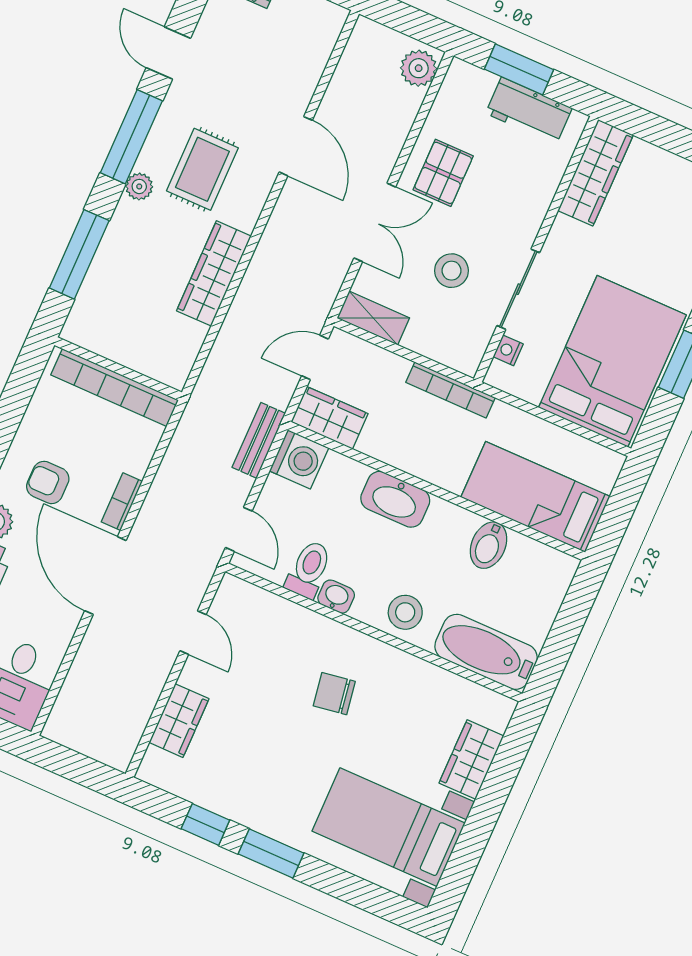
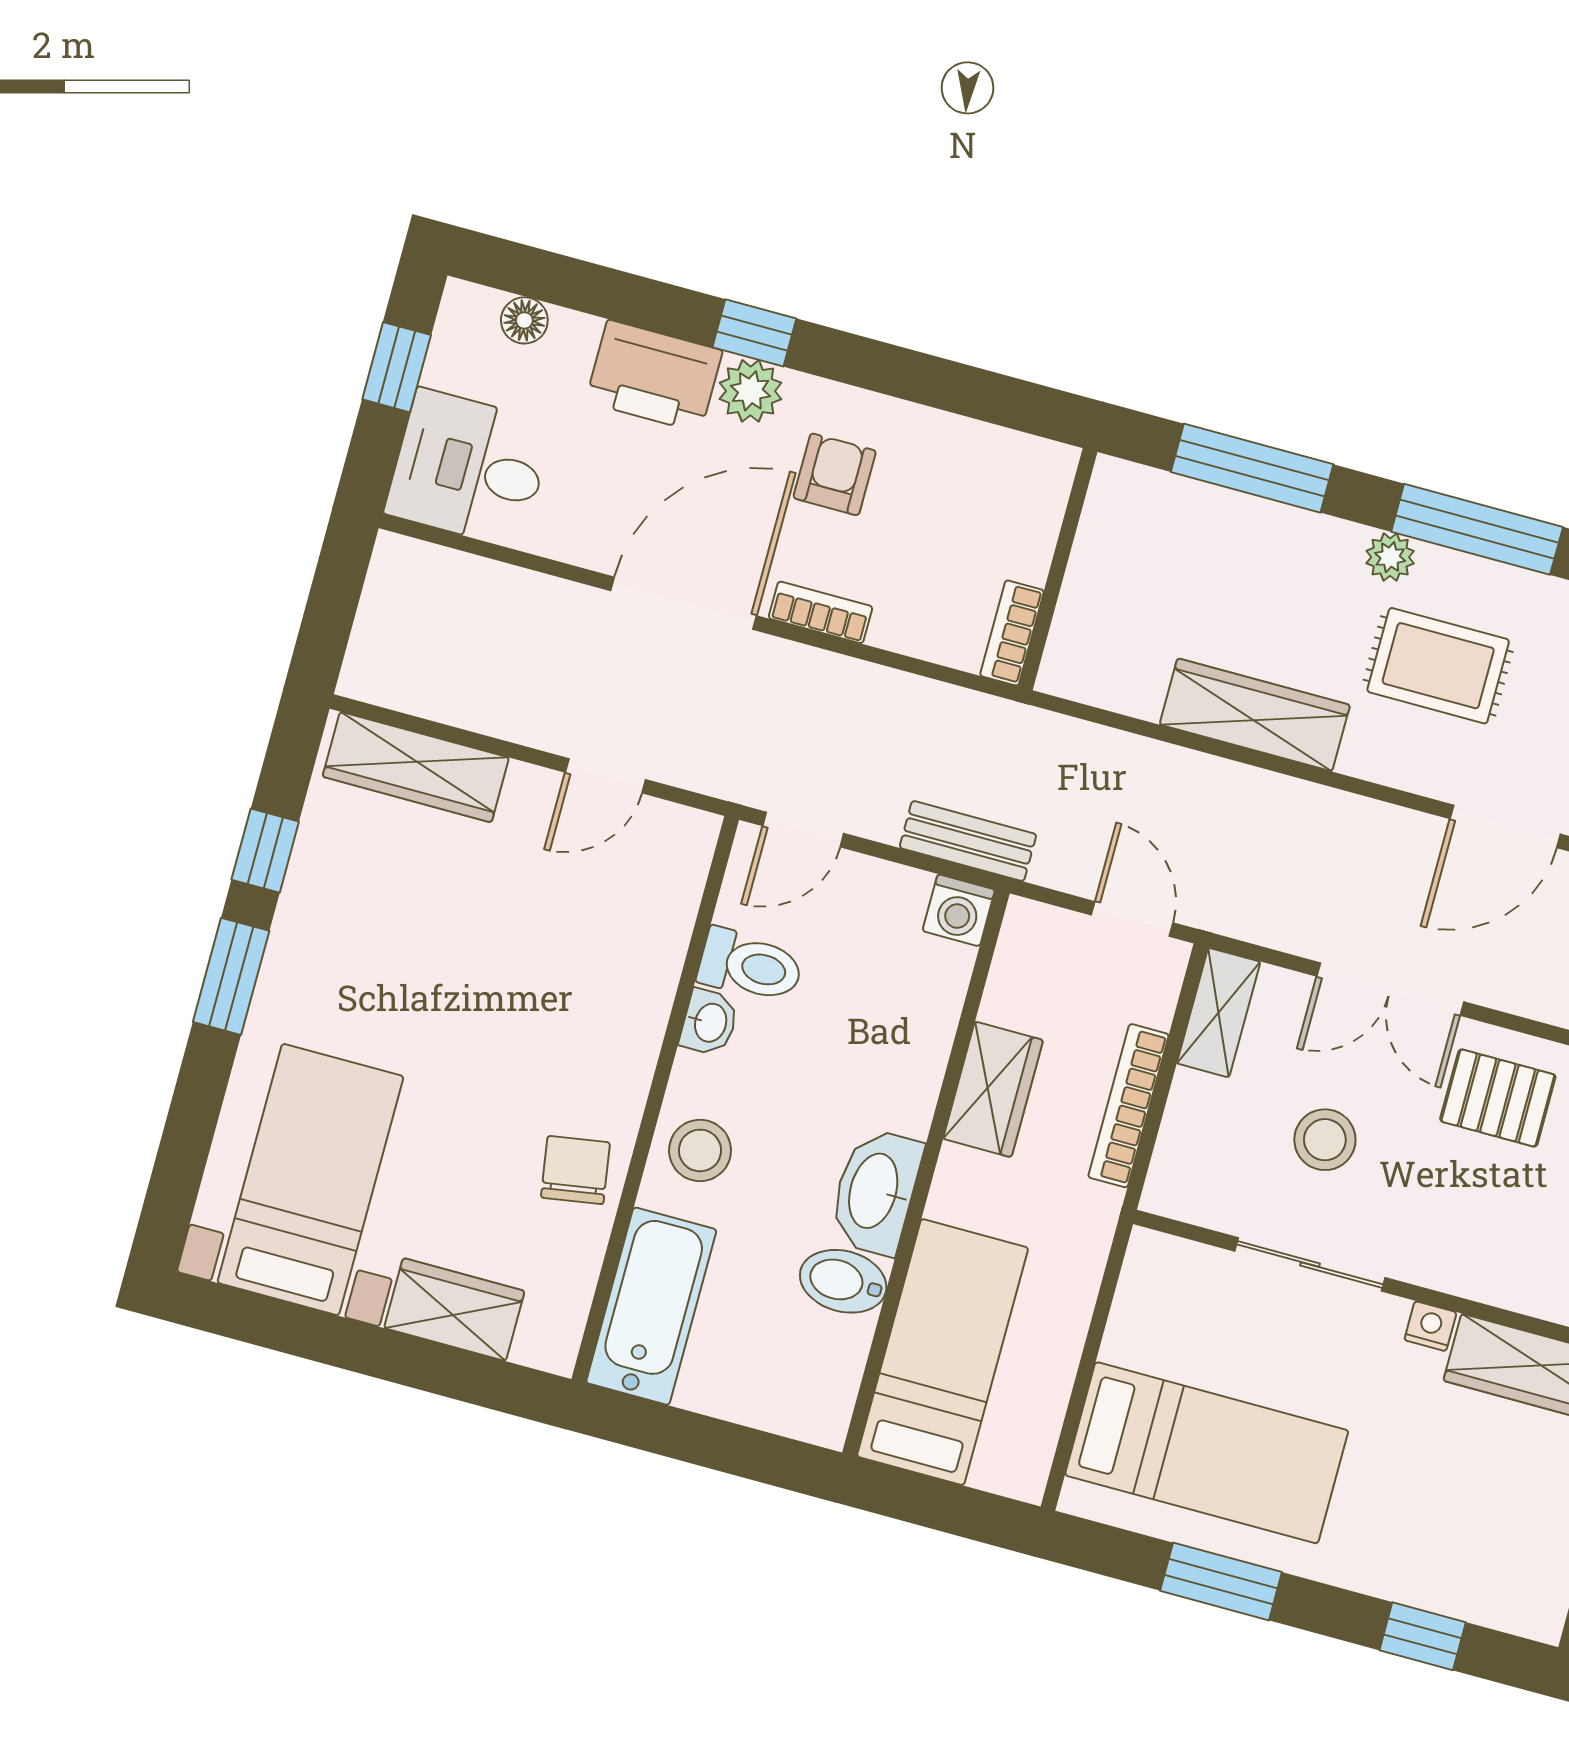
nightstand: (508, 350) -> (1430, 1326), moved
bed: (612, 361) -> (1207, 1453), width x0.67
bookcase: (115, 388) -> (1012, 633), width x0.43, depth x0.76
bookcase: (451, 390) -> (1128, 1106), moved
wardrobe: (330, 418) -> (993, 1089), moved
washing machine: (299, 459) -> (959, 910), width x0.73, depth x0.73
washbasin: (395, 499) -> (875, 1191), moved
chair: (334, 694) -> (575, 1170), moved
wardrobe: (179, 721) -> (416, 767), width x1.50

